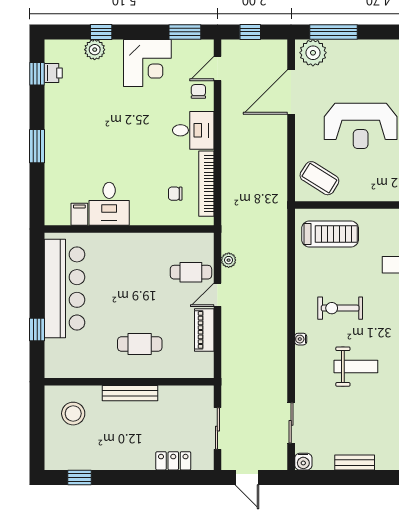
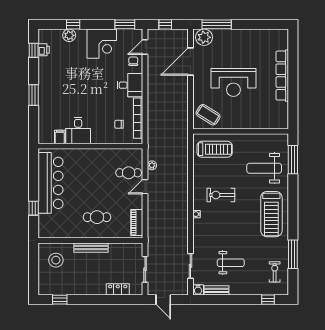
piano: (204, 330) -> (137, 222), moved
weight bench: (356, 367) -> (231, 263), moved
bench: (355, 463) -> (216, 290), moved

